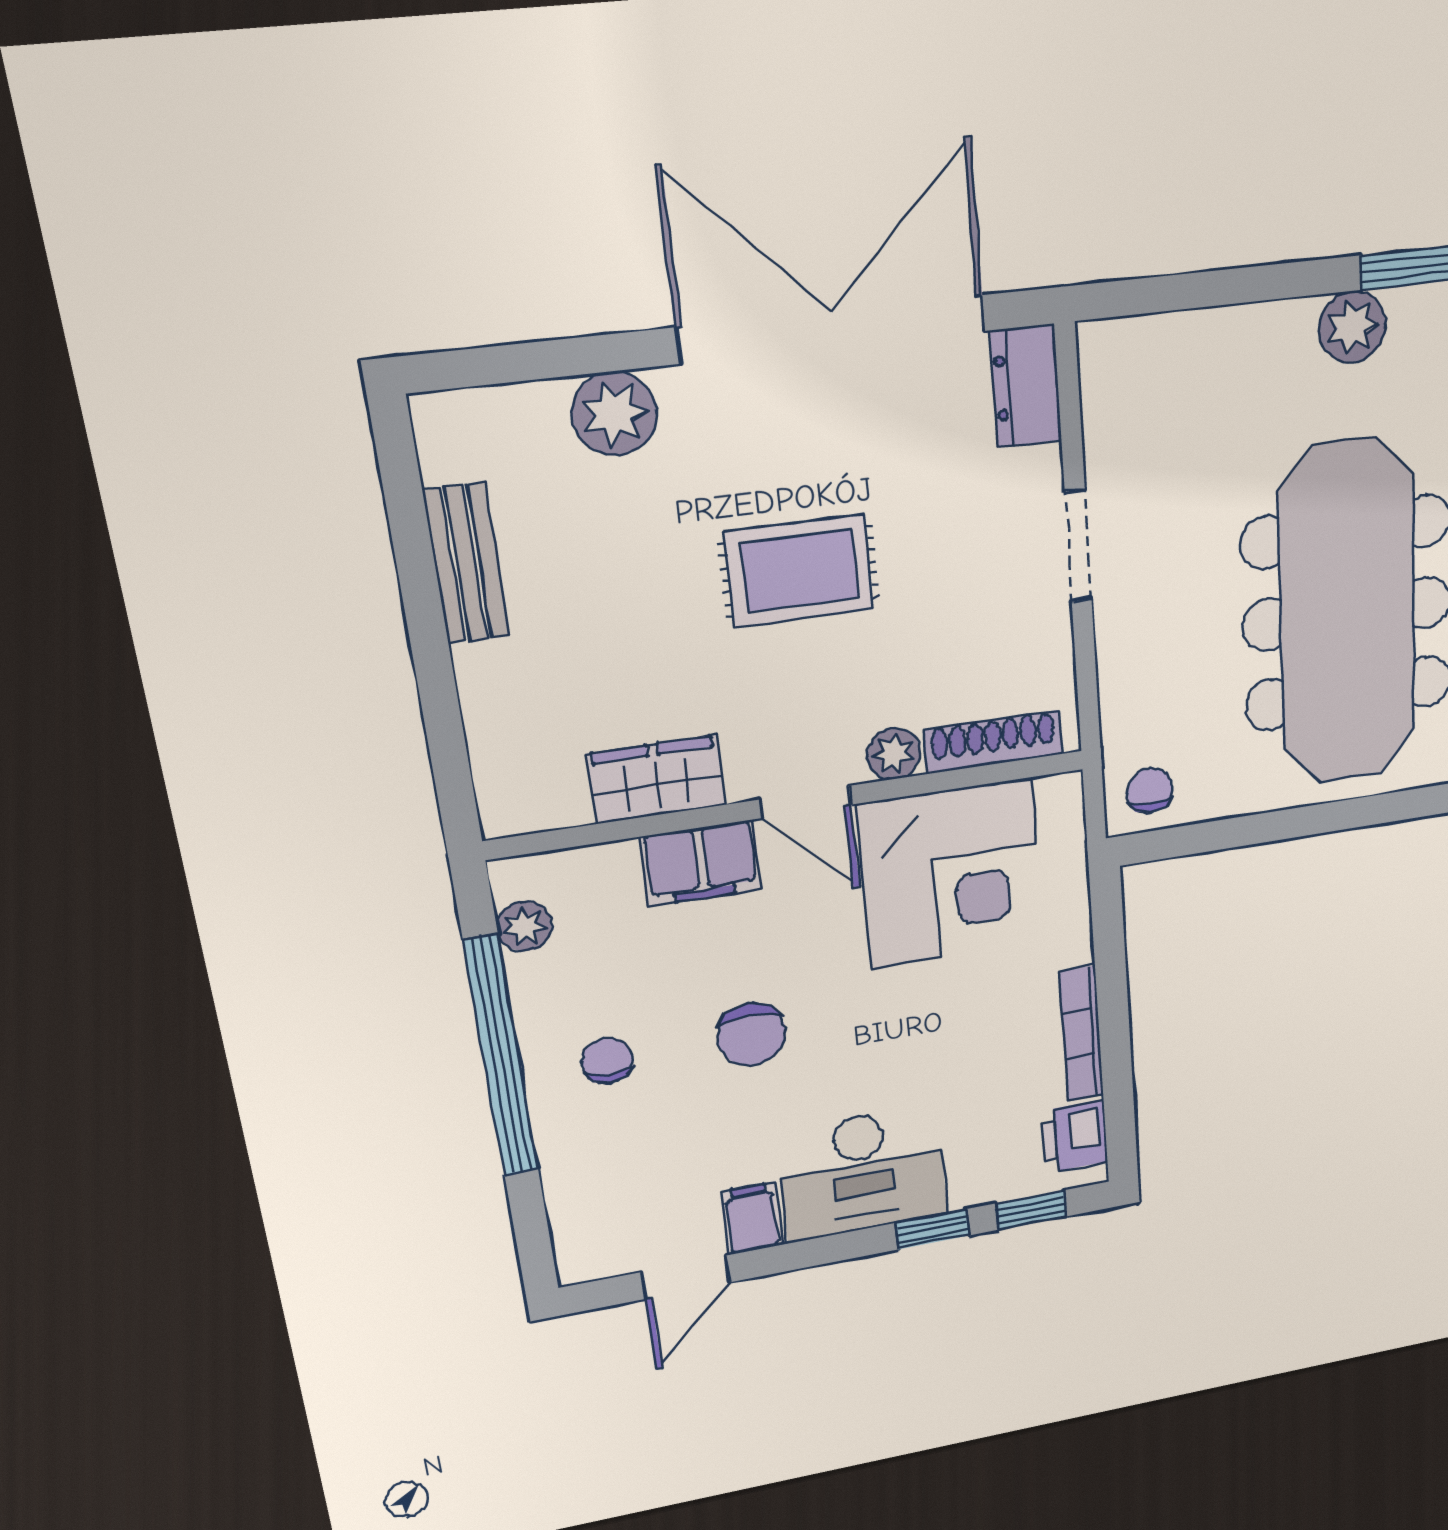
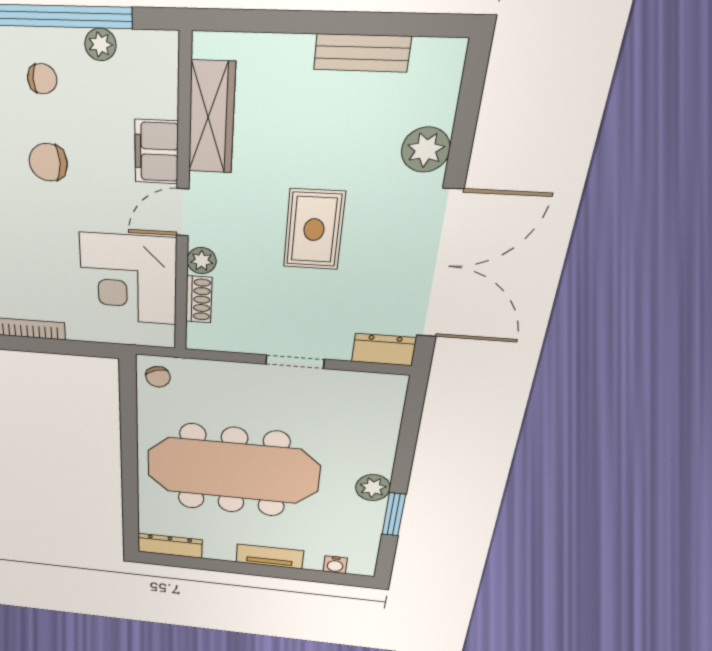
shoe rack: (993, 742) -> (199, 299), width x0.70
wardrobe: (656, 779) -> (212, 118), width x1.50
chair: (1150, 790) -> (158, 377), turned 72
plant: (524, 926) -> (100, 44), moved

